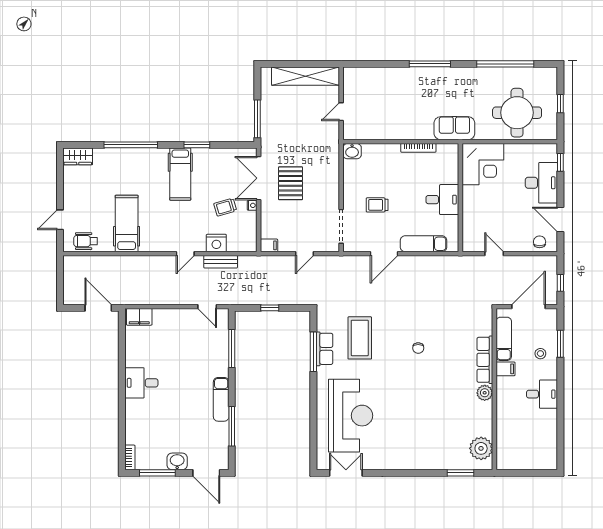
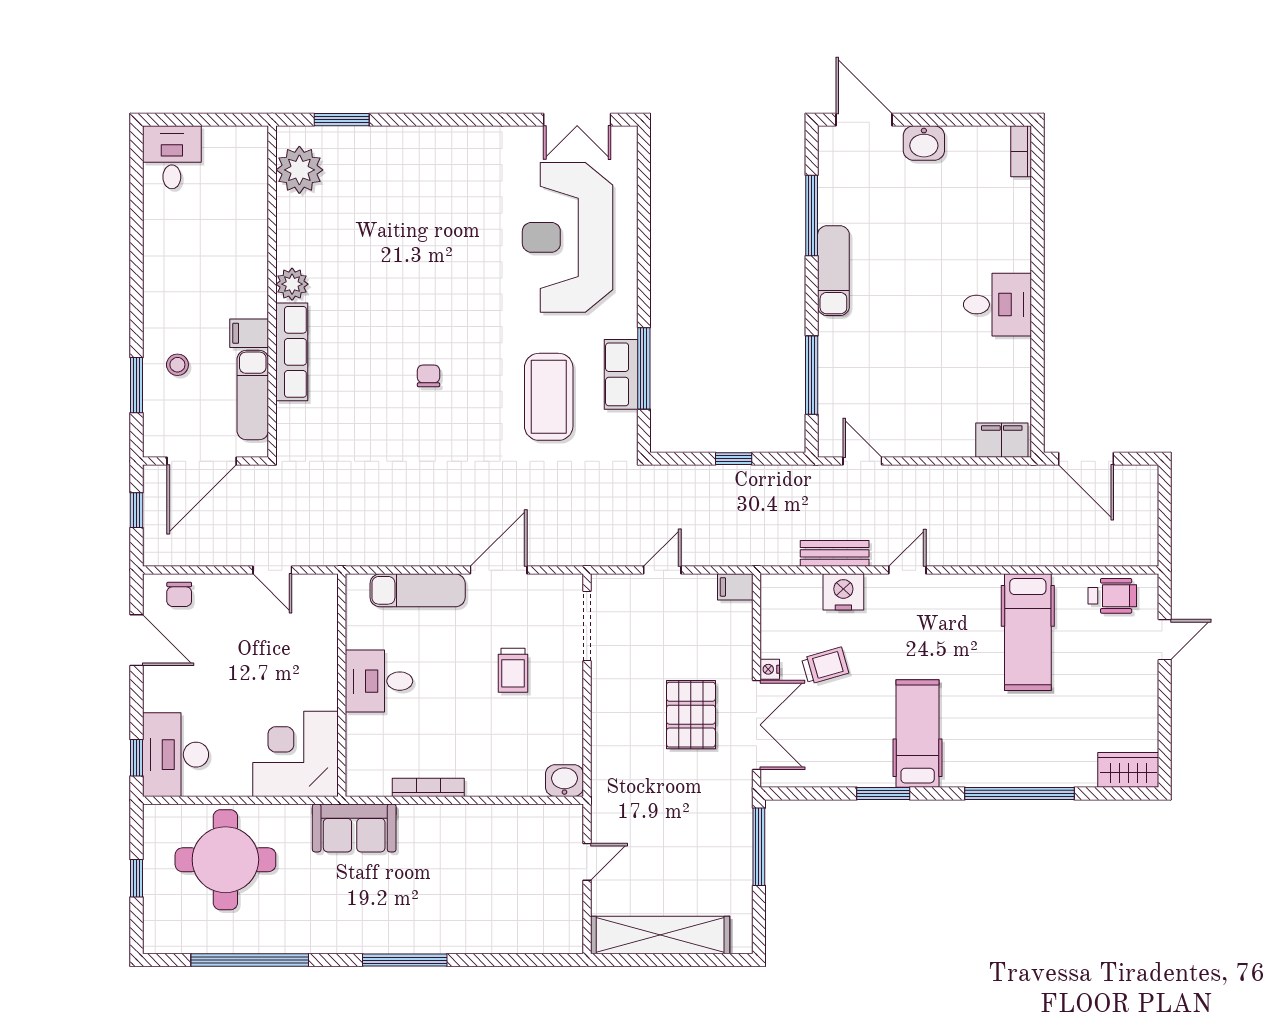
desk: (541, 183) -> (176, 755), moved
trolley: (377, 205) -> (513, 670), turned 90
desk: (542, 394) -> (172, 157), moved, turned 90
window: (157, 473) -> (964, 120), removed

